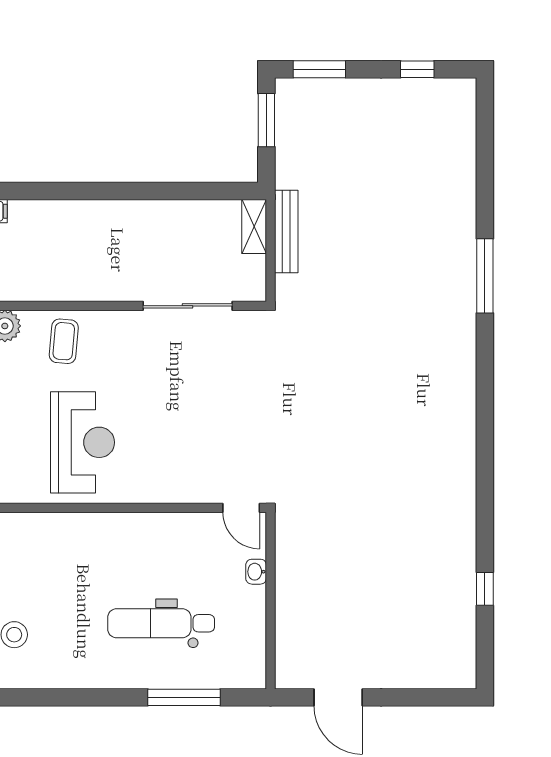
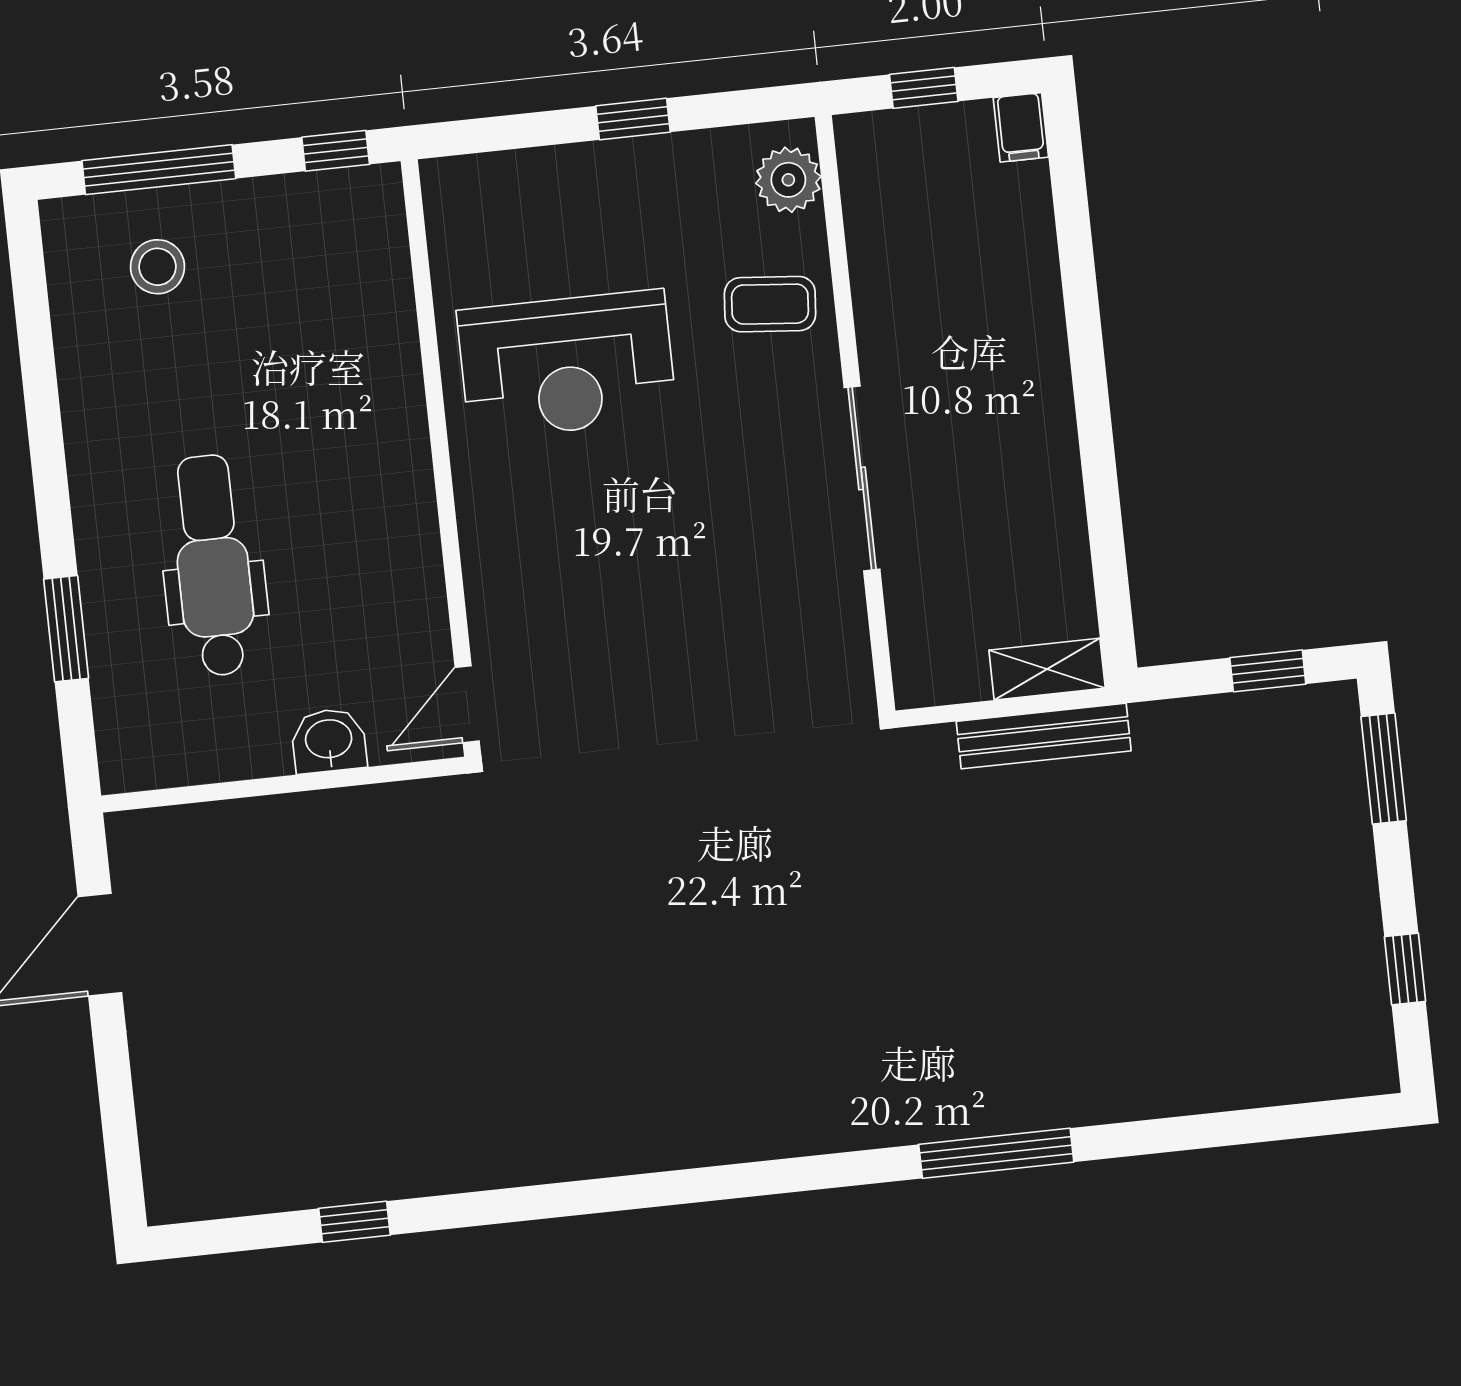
window: (266, 120) -> (1268, 671), width x0.67
sliding door: (188, 306) -> (862, 478), moved
washbasin: (256, 572) -> (329, 741), width x1.38, depth x1.45
window: (184, 697) -> (66, 629), width x0.69

